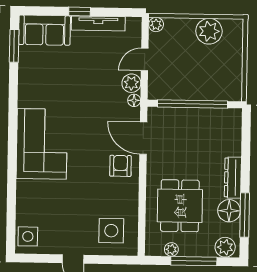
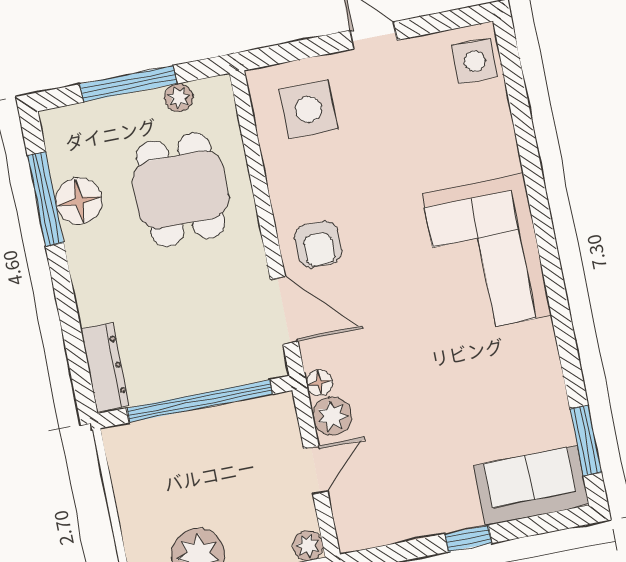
tv unit: (98, 23) -> (425, 522), removed
dresser: (233, 178) -> (105, 367), moved
plant: (225, 247) -> (71, 126), removed

